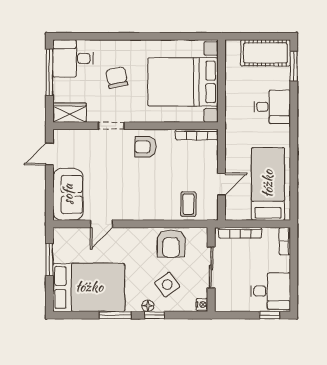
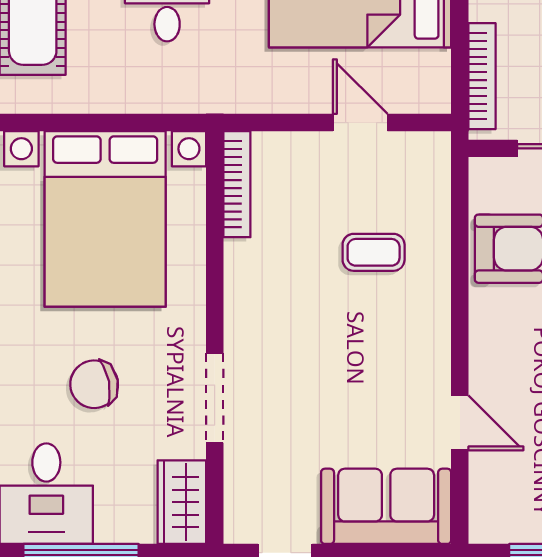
doorway: (111, 126) -> (215, 398), width x1.38
armchair: (145, 147) -> (267, 313), removed
coffee table: (188, 204) -> (374, 252), moved

